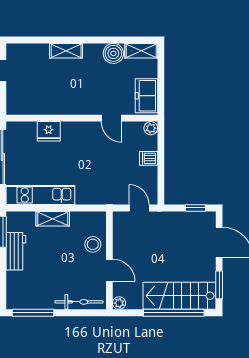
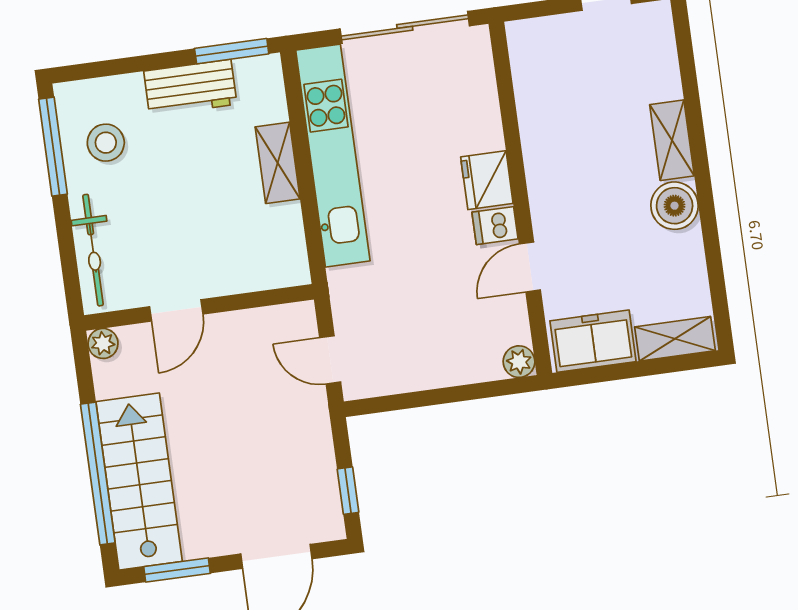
shelving: (141, 51) -> (675, 339), moved, turned 90
boiler: (113, 53) -> (675, 206), moved
fridge: (49, 131) -> (487, 180), moved
dishwasher: (149, 158) -> (495, 226), moved, turned -90
kitchen unit: (40, 195) -> (333, 156), width x1.36
door: (139, 208) -> (330, 360), swing flipped
stool: (93, 244) -> (106, 143), moved

